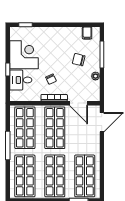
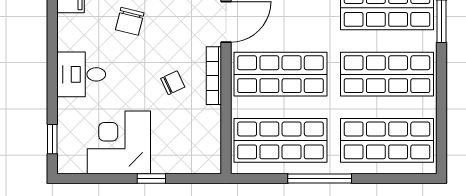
desk: (21, 80) -> (81, 74), moved, turned 90

